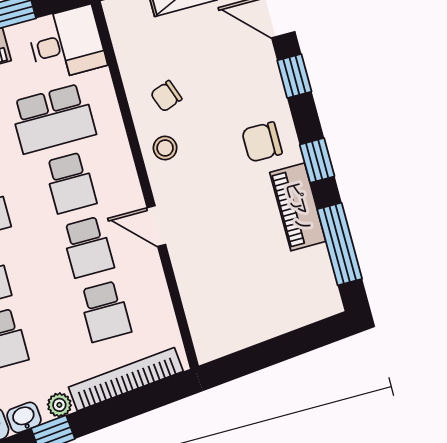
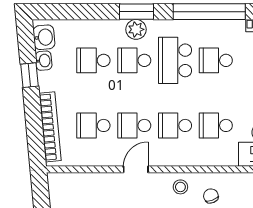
school desk: (53, 118) -> (216, 125), width x0.54
plant: (59, 405) -> (45, 84), removed

